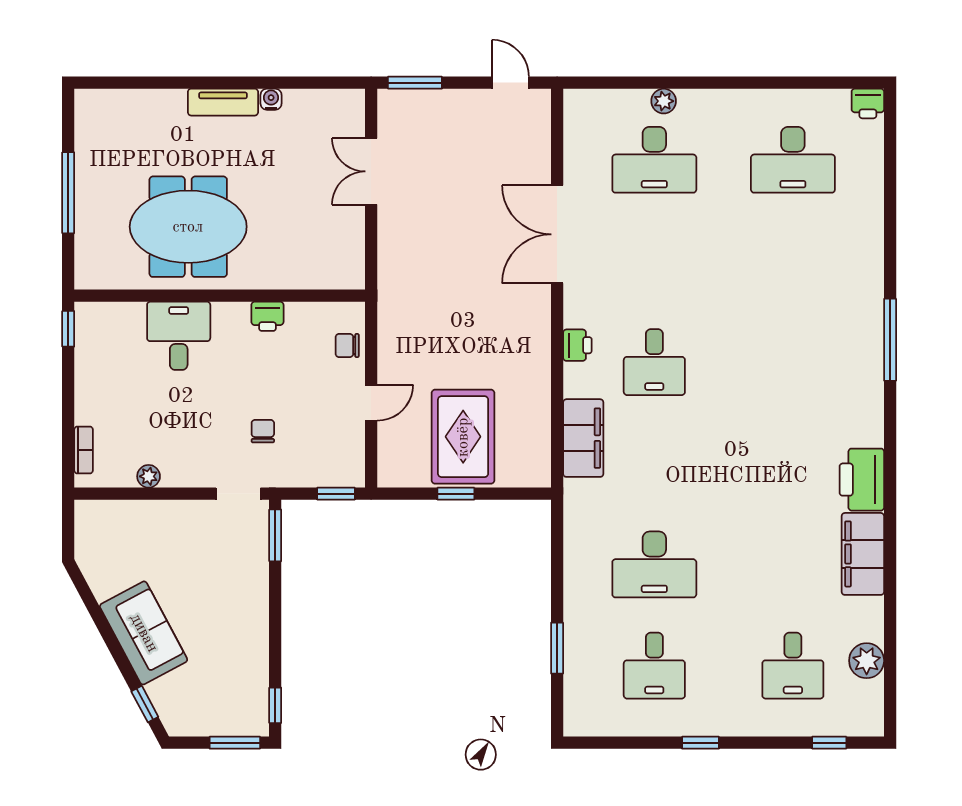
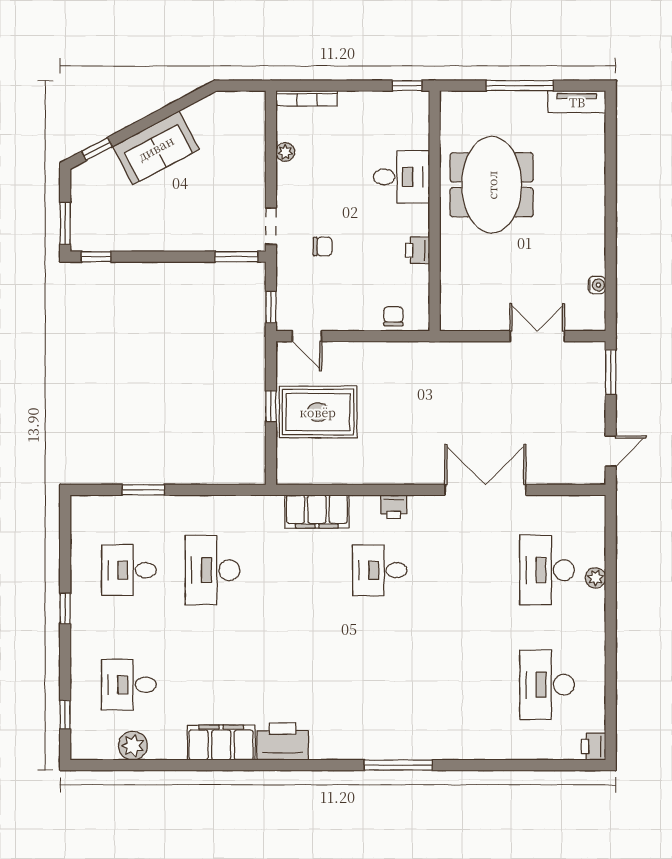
water cooler: (271, 99) -> (597, 285), moved
tv unit: (223, 102) -> (577, 102), moved, turned -90
door: (371, 403) -> (307, 336), moved
bookcase: (84, 450) -> (307, 98), width x1.56

